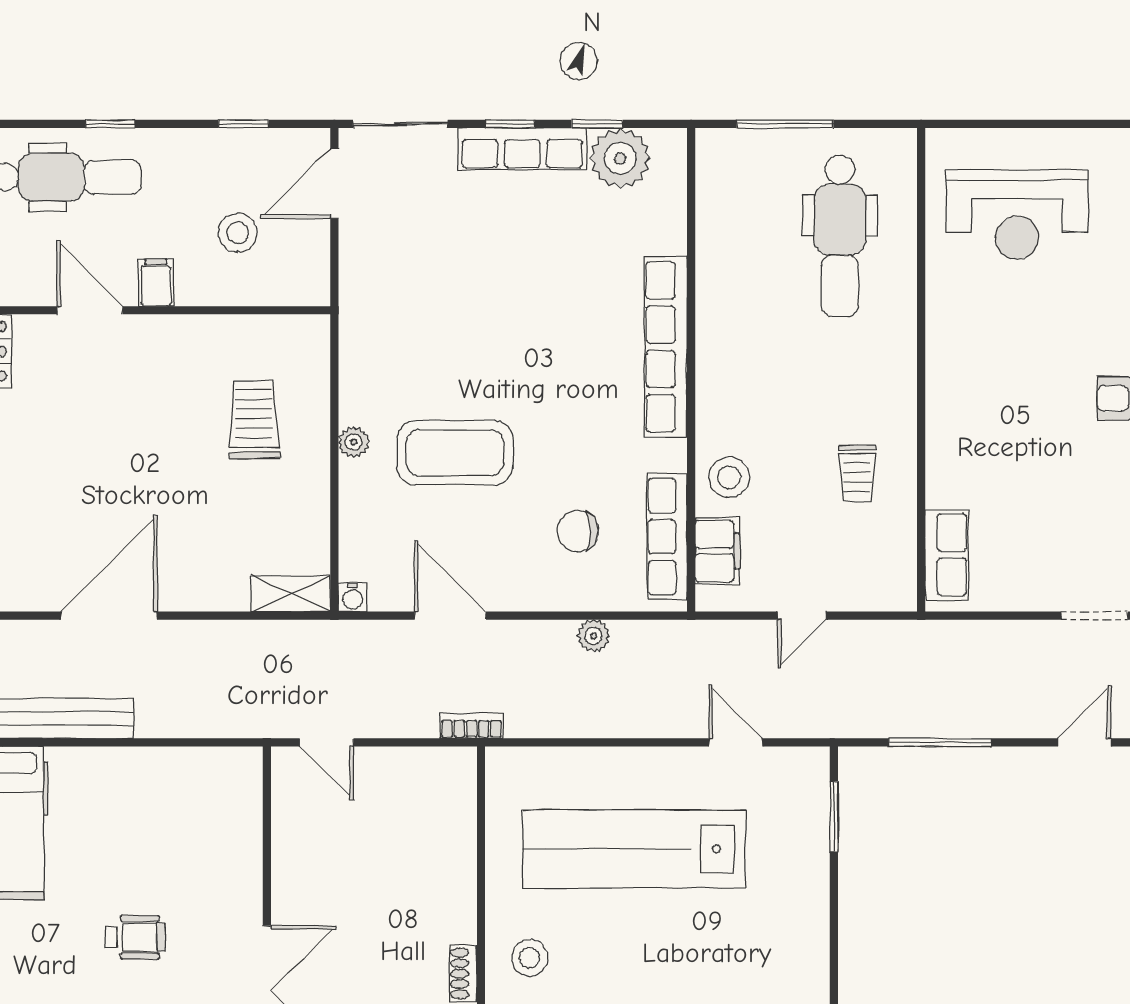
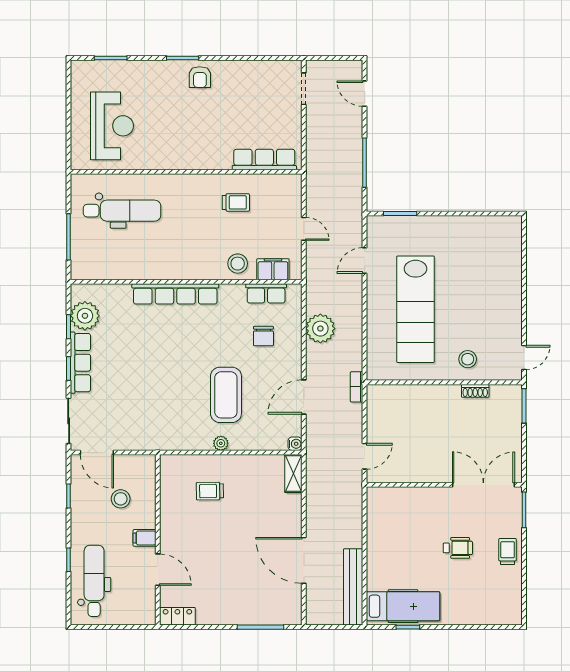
door: (90, 310) -> (158, 570), swing flipped
trolley: (254, 419) -> (210, 491), width x0.73, depth x0.72
row of seats: (667, 537) -> (266, 293), width x0.68
row of seats: (947, 555) -> (264, 160), width x1.48
plant: (594, 636) -> (320, 329), width x1.88, depth x1.88
wheelchair: (135, 937) -> (458, 548), turned 90

